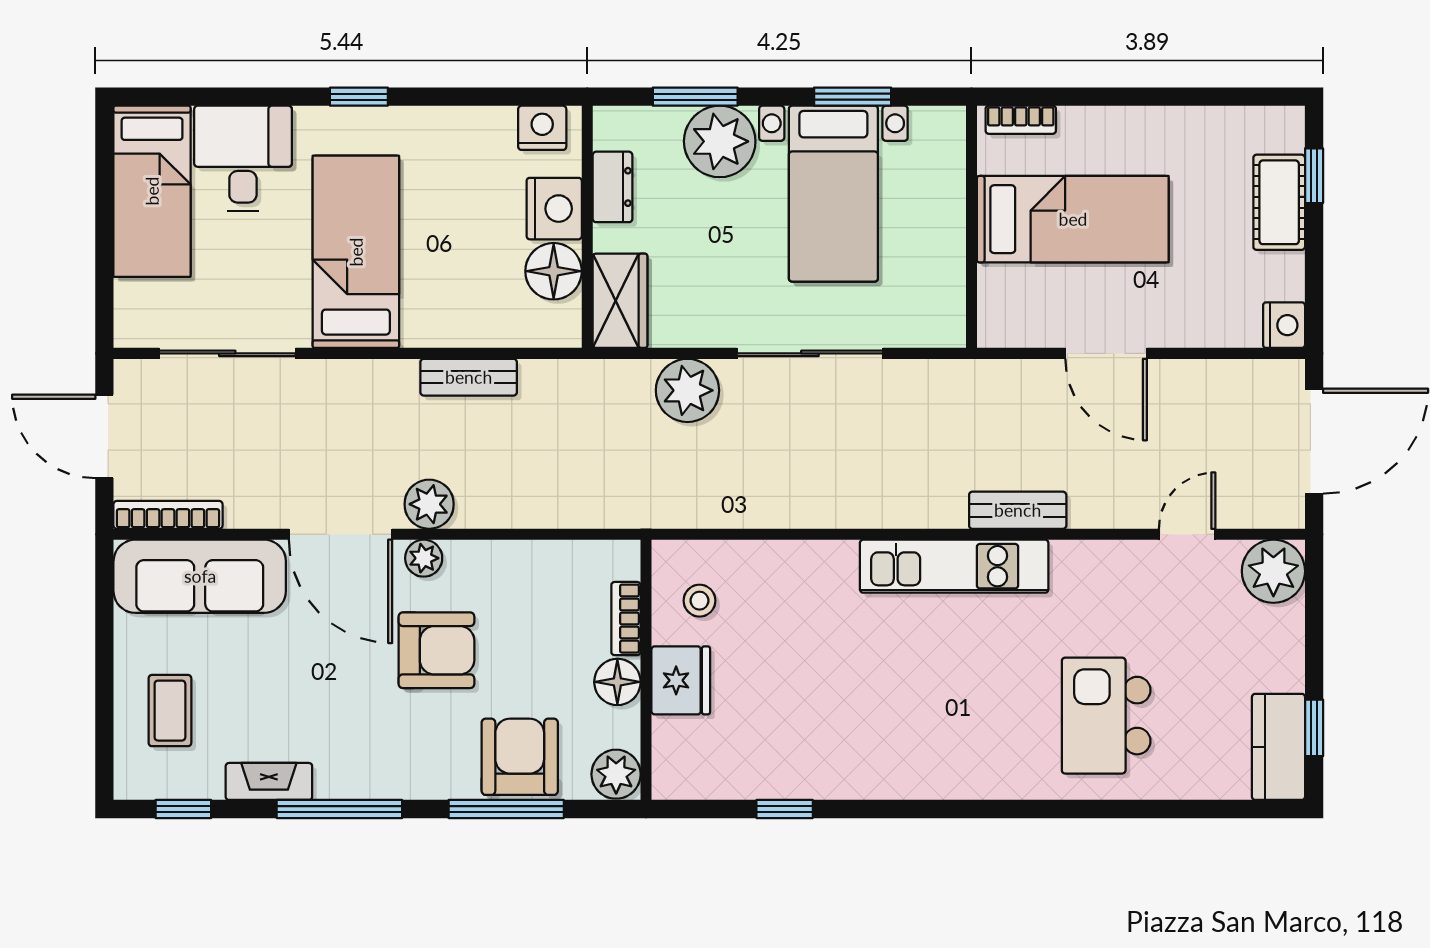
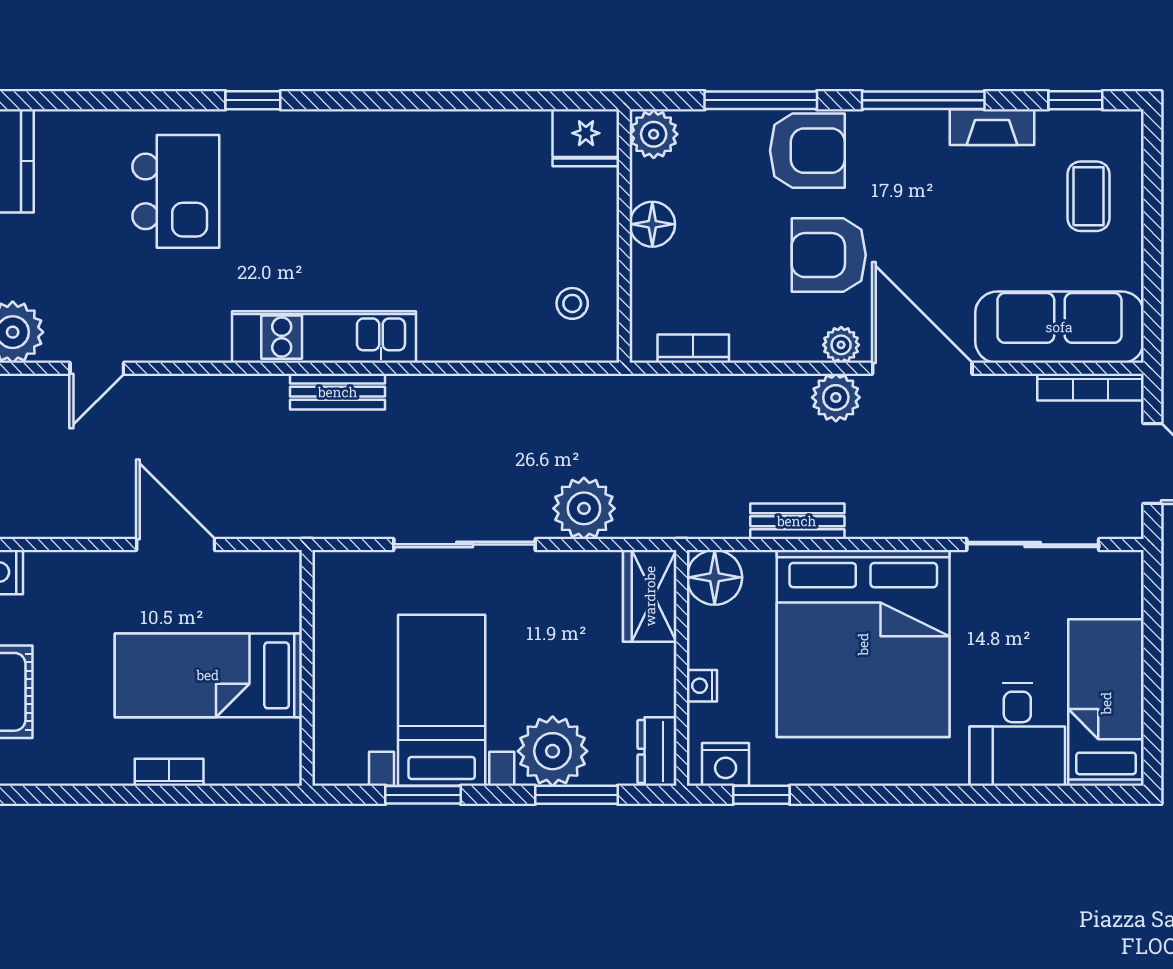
window: (359, 97) -> (761, 795), moved
bookcase: (1021, 120) -> (169, 772), moved
dresser: (612, 187) -> (657, 752), moved
nightstand: (554, 209) -> (702, 686), width x0.53, depth x0.56
bed: (356, 252) -> (863, 644), width x2.04
floor lamp: (554, 271) -> (715, 577), moved
bench: (1018, 510) -> (338, 392), moved
bookcase: (626, 619) -> (693, 349), moved, turned -90
fridge: (681, 680) -> (586, 138), moved, turned -90
armchair: (520, 757) -> (807, 151), moved, turned -90
window: (785, 809) -> (253, 100), moved

